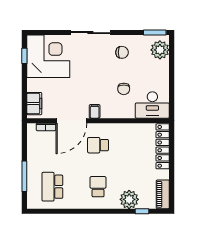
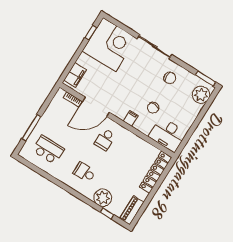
filing cabinet: (95, 111) -> (131, 118), moved
school desk: (98, 145) -> (105, 139), turned -90
school desk: (52, 187) -> (48, 150), turned 90
school desk: (98, 187) -> (84, 172), turned -90

